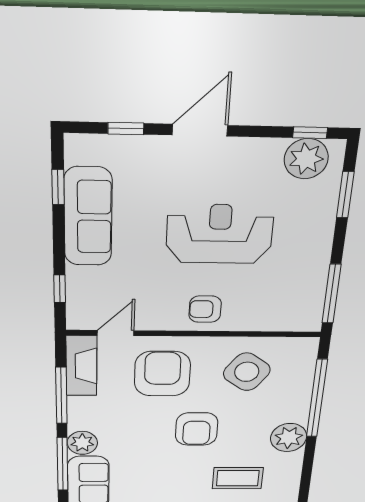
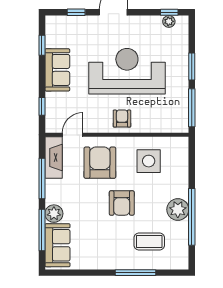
plant: (306, 159) -> (169, 21), width x0.53, depth x0.53
window: (345, 195) -> (192, 67), moved
sofa: (88, 217) -> (57, 70), width x0.73
reception desk: (220, 234) -> (127, 71), width x1.36, depth x1.30
armchair: (205, 309) -> (122, 119), turned 90
side table: (247, 372) -> (149, 161), turned -36
window: (317, 399) -> (192, 217), moved

